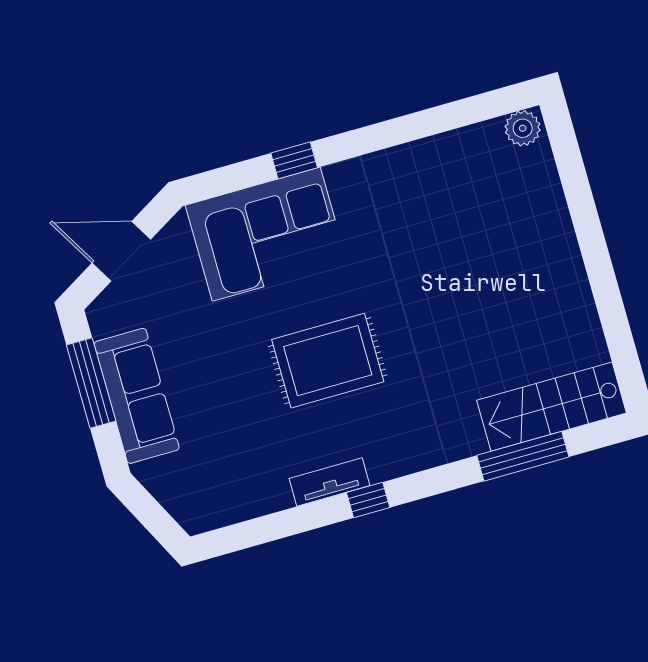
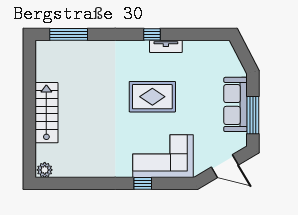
stairs: (552, 407) -> (46, 113), moved, turned -90
window: (523, 456) -> (69, 34), moved

